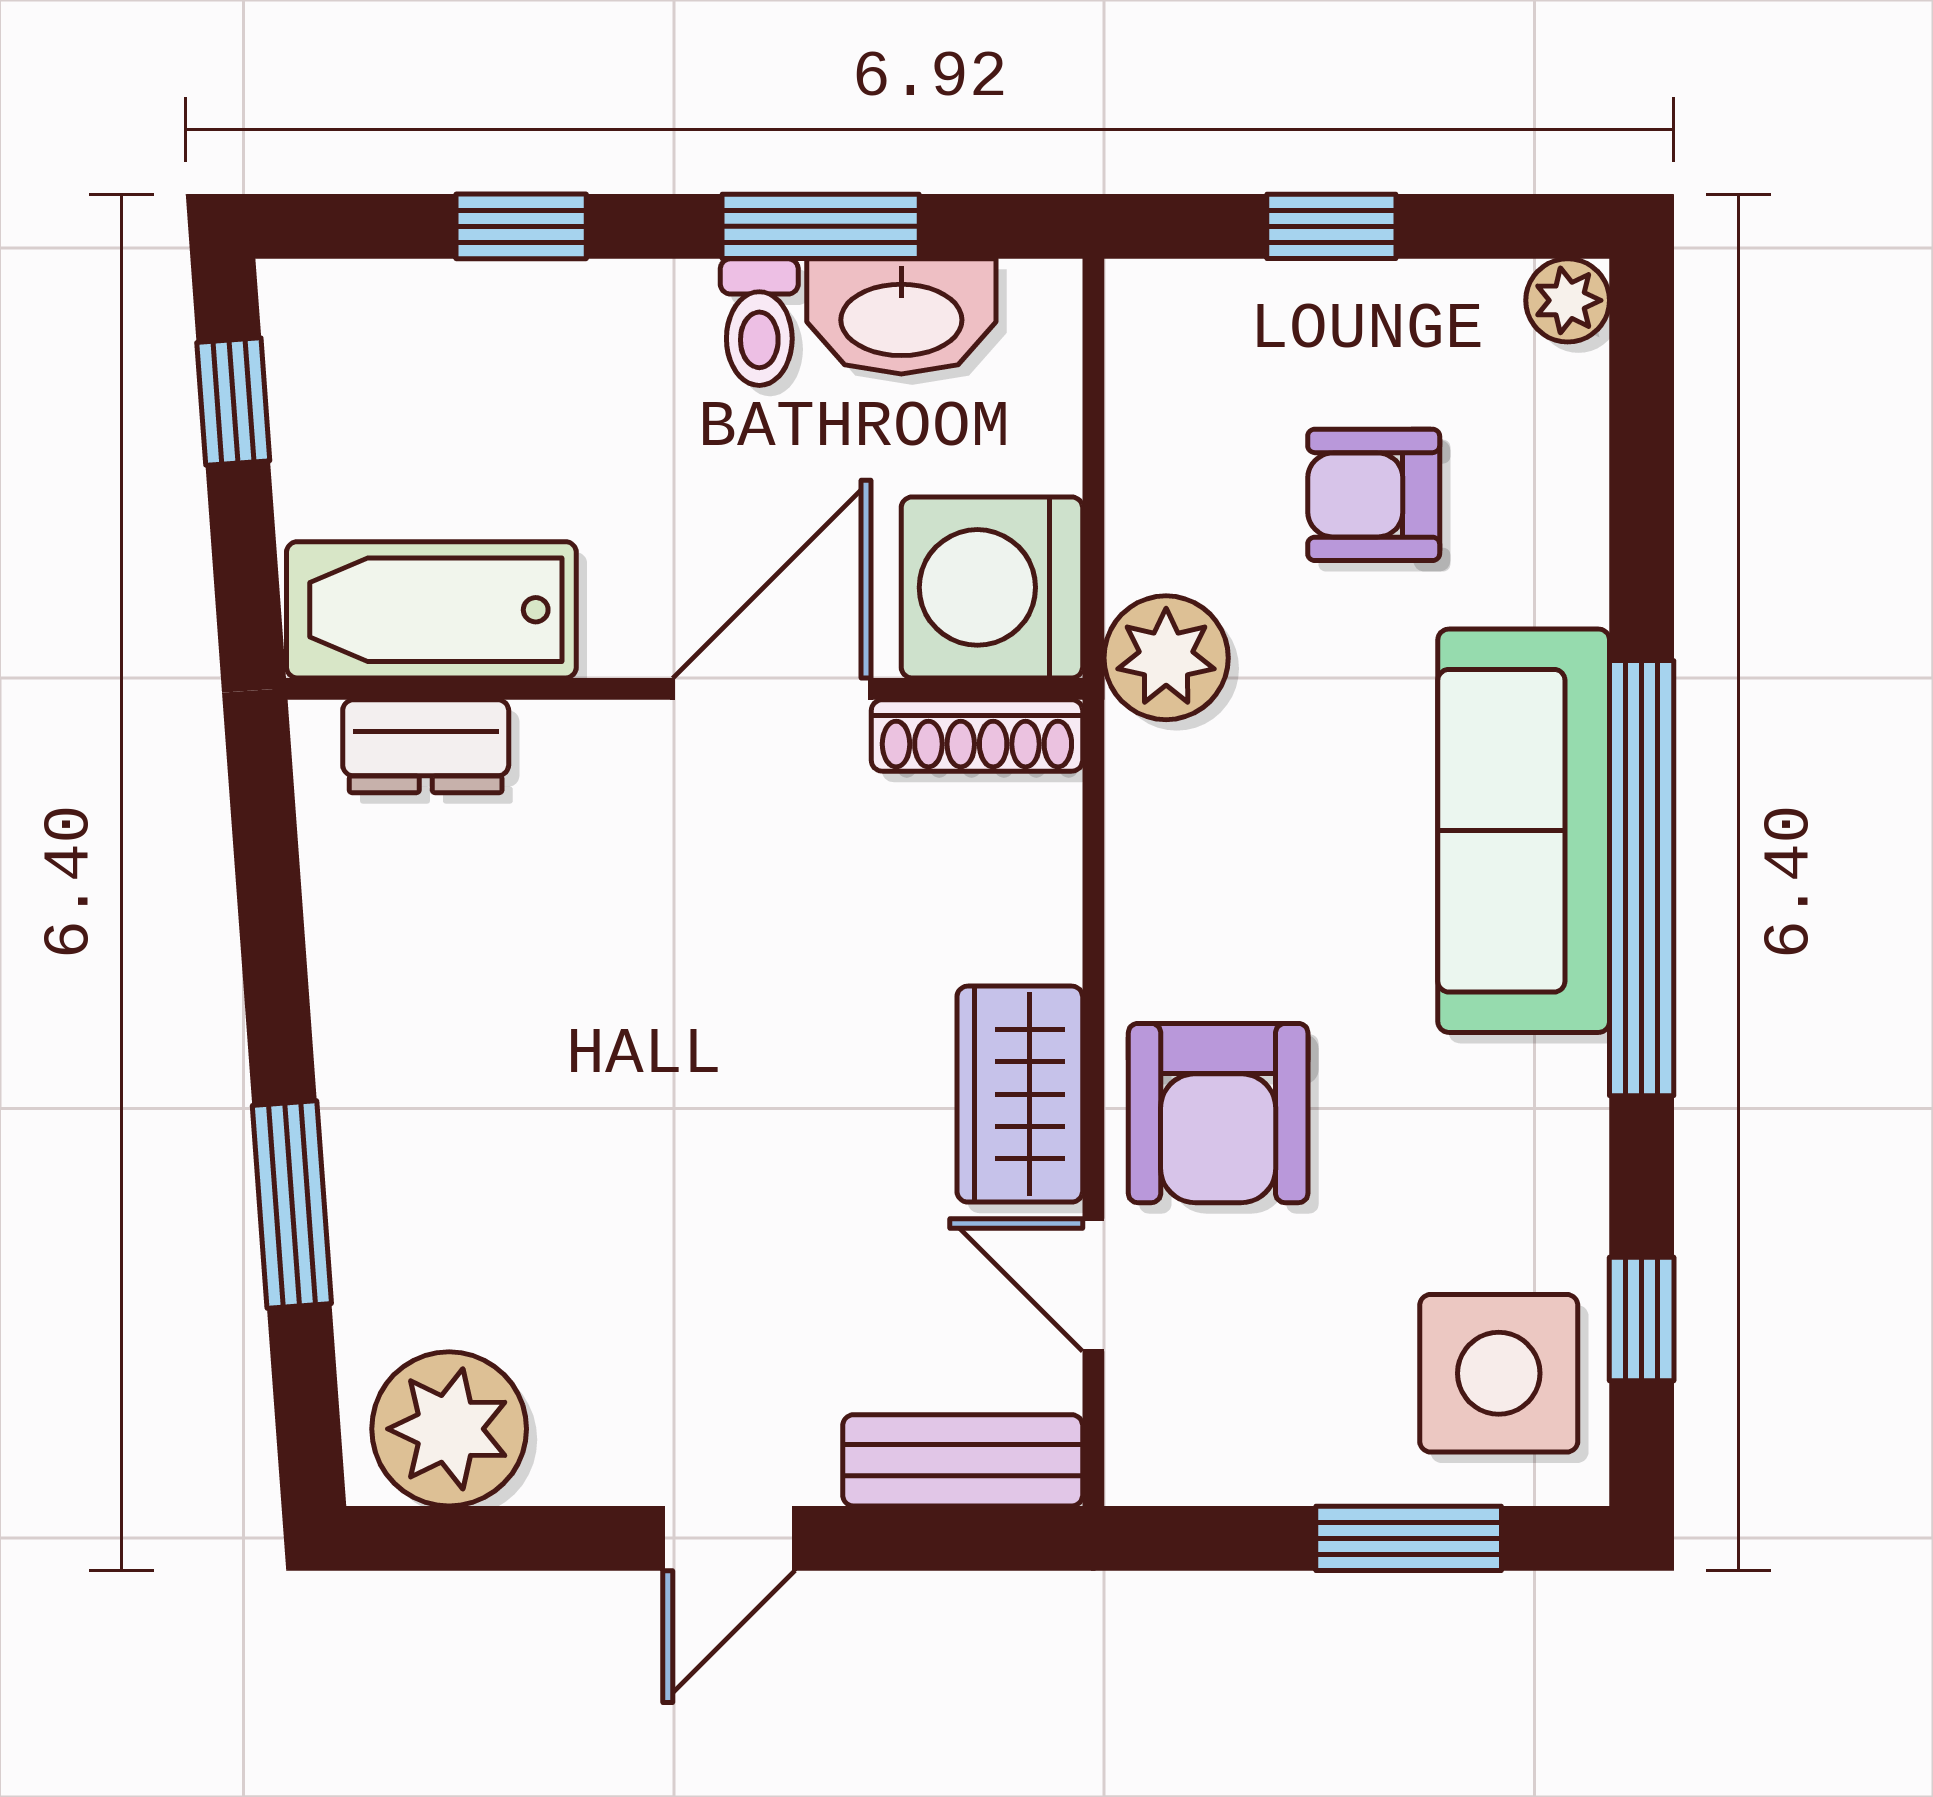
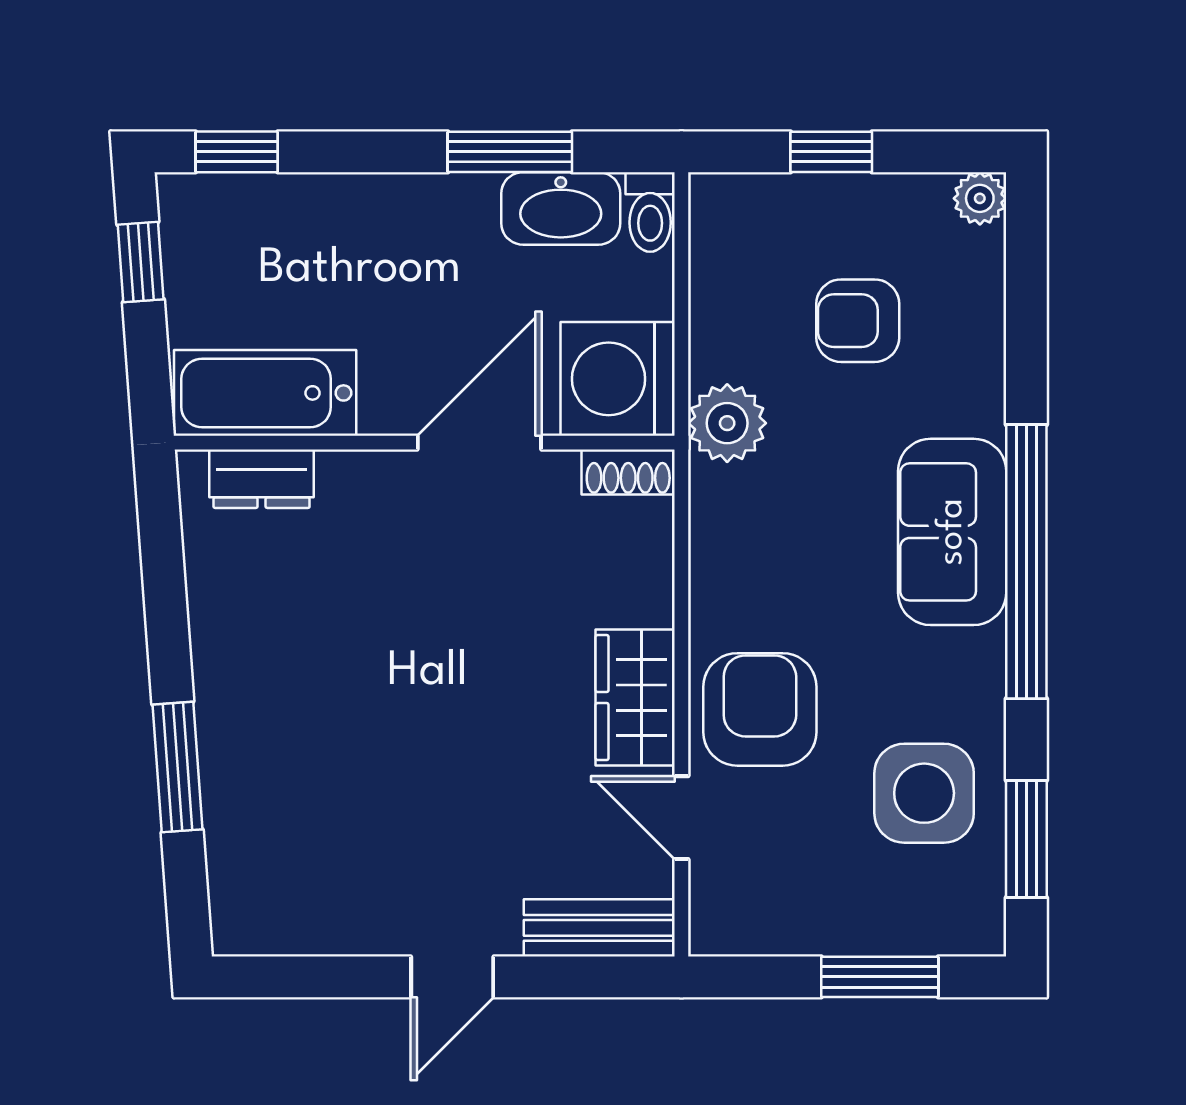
window: (521, 226) -> (237, 152), moved
toilet: (759, 322) -> (650, 212), moved
shoe rack: (977, 735) -> (628, 472), width x0.70
sofa: (1524, 831) -> (952, 532), width x0.73
armchair: (1218, 1113) -> (760, 709), turned 180
window: (1642, 1319) -> (1026, 839), width x1.50
side table: (1499, 1373) -> (924, 793), moved
plant: (449, 1429) -> (276, 908), removed

